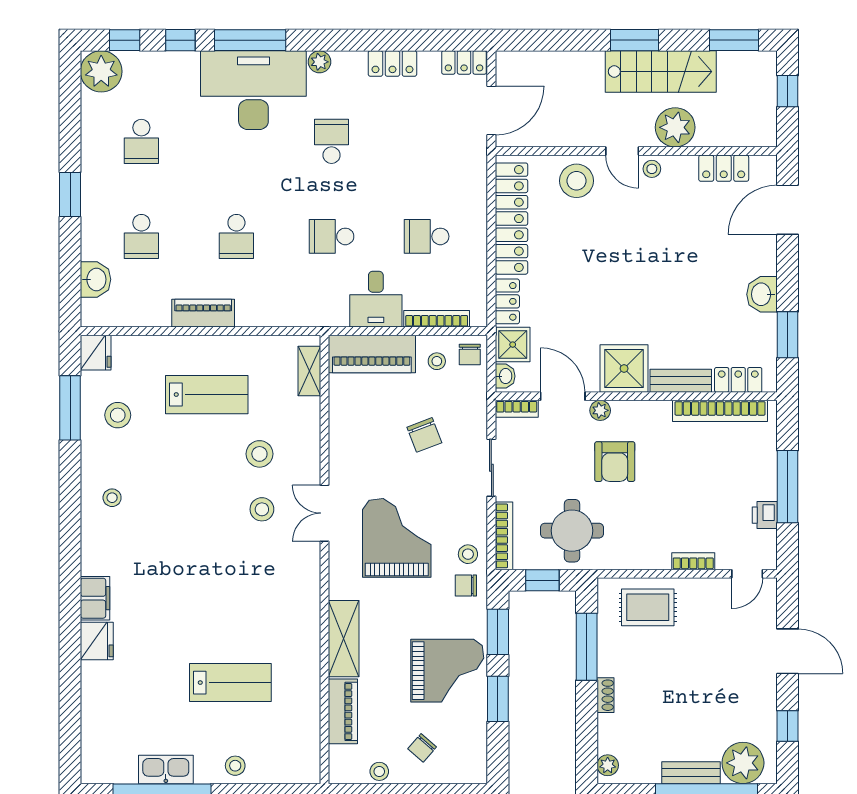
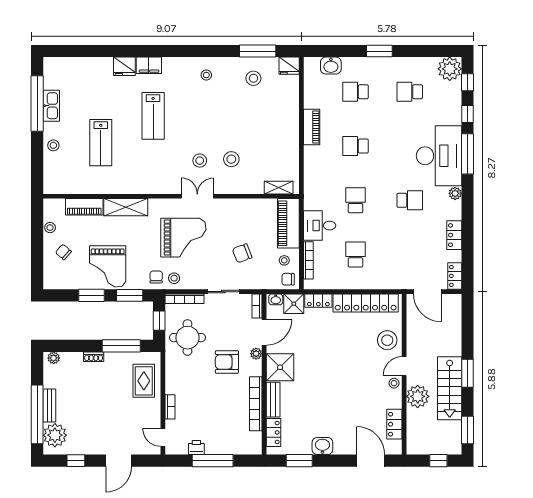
lab bench: (207, 395) -> (153, 116), moved
bookcase: (720, 411) -> (256, 404), moved

